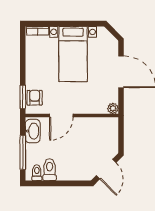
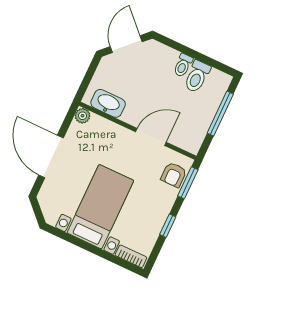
window: (23, 62) -> (168, 226), added
washbasin: (33, 131) -> (108, 103), moved, turned 90
toilet: (37, 173) -> (183, 65), moved

